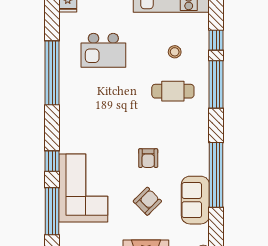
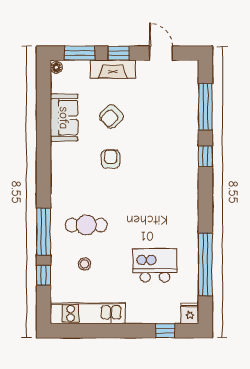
window: (52, 73) -> (205, 264), moved
window: (216, 175) -> (44, 143), removed
corner sofa: (83, 188) -> (175, 130), removed

